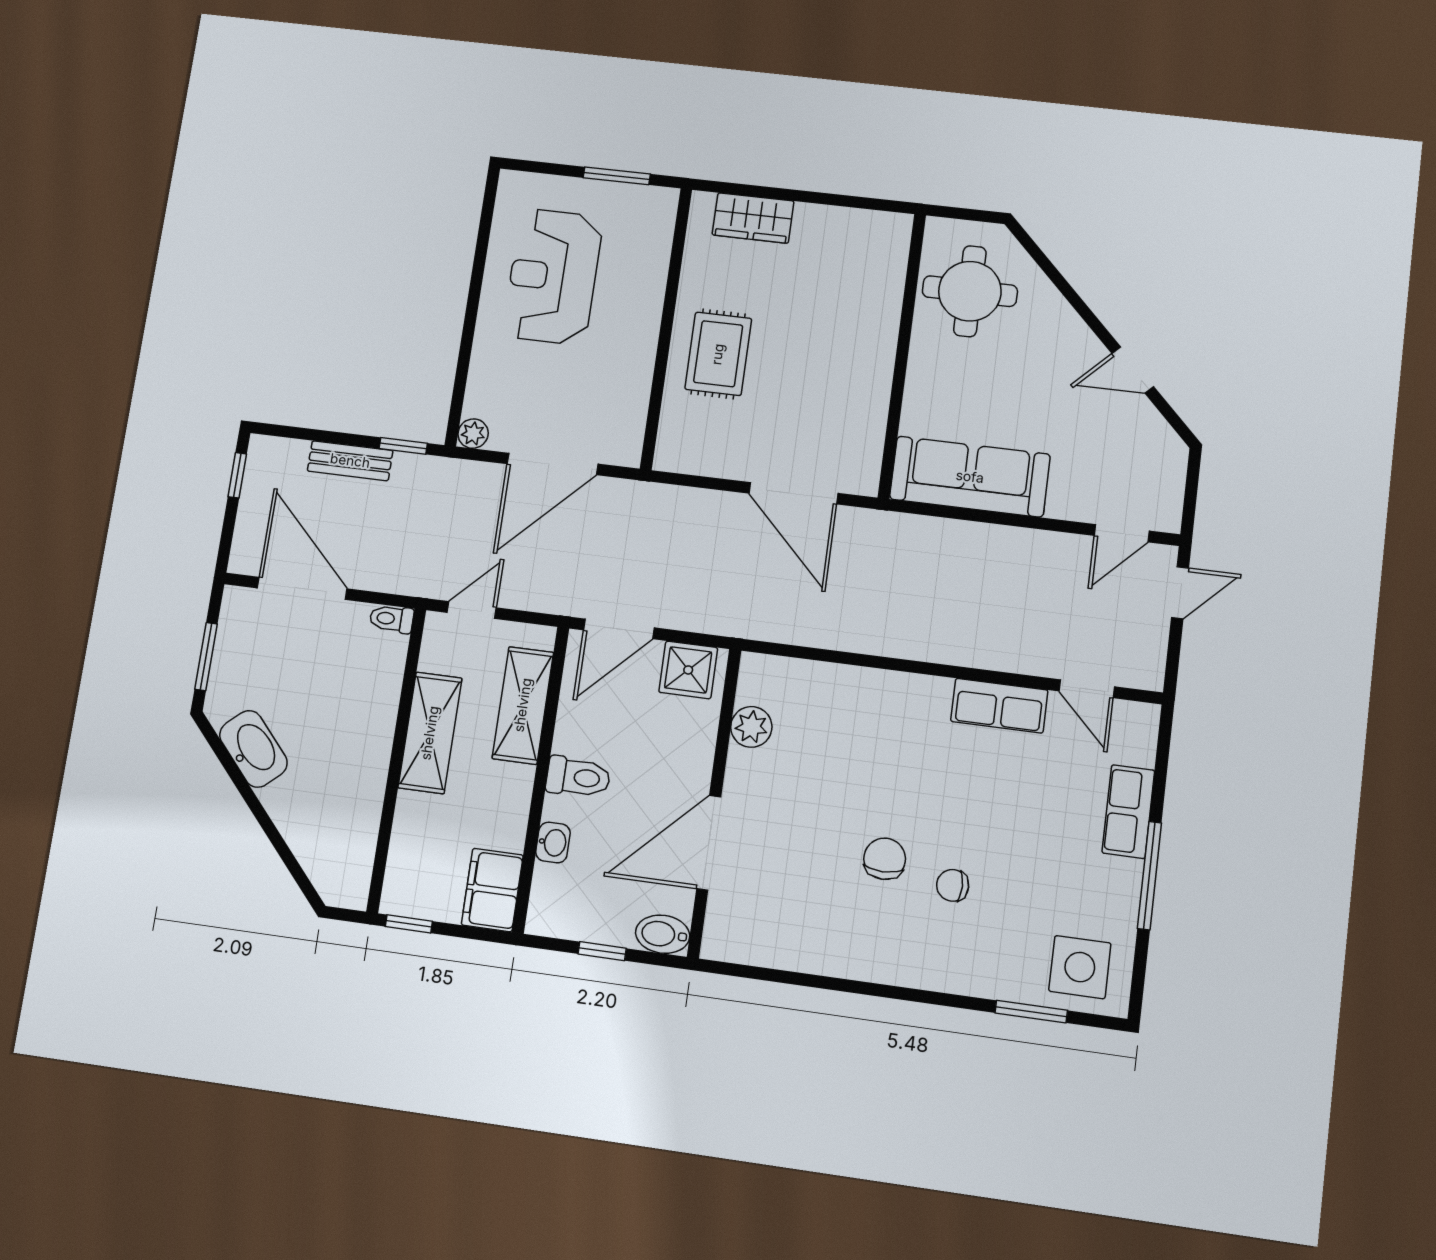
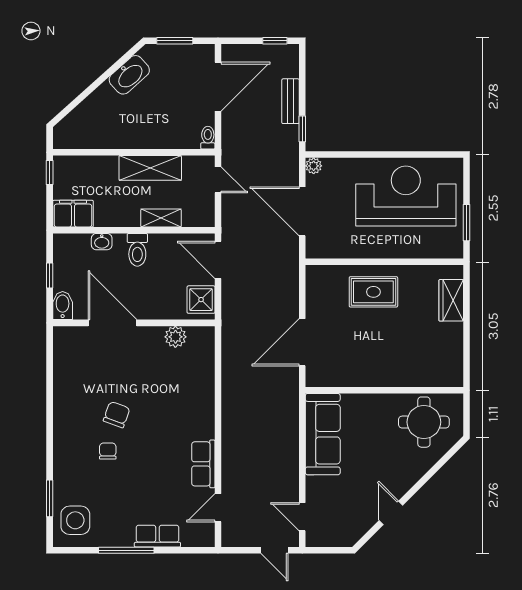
reception desk: (553, 276) -> (406, 196), width x1.36, depth x1.30
shelving: (523, 705) -> (161, 218), width x0.67, depth x0.75
chair: (885, 859) -> (117, 415), turned -70

